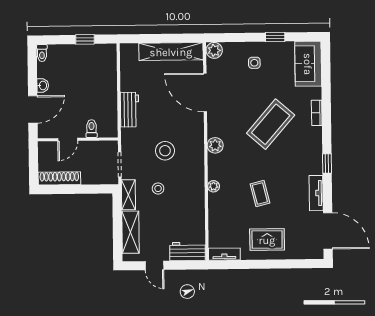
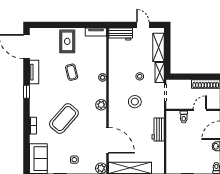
rug: (267, 240) -> (67, 41), turned 90

